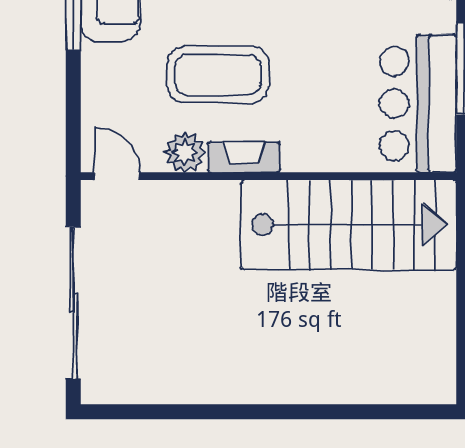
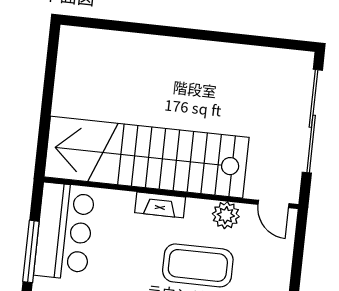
fireplace: (244, 157) -> (160, 205), moved
stairs: (349, 225) -> (147, 157), width x1.36

